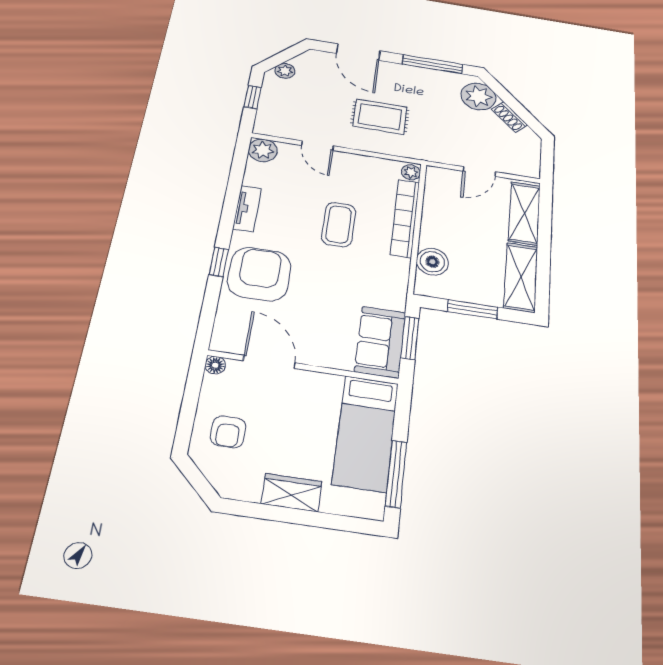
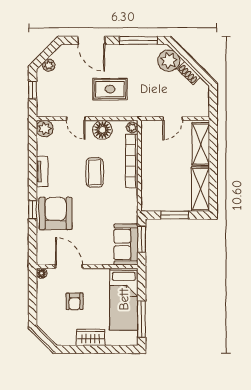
floor lamp: (360, 168) -> (102, 130), added
boiler: (432, 262) -> (150, 188), removed
armchair: (228, 432) -> (75, 301), moved

